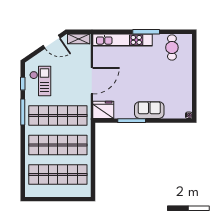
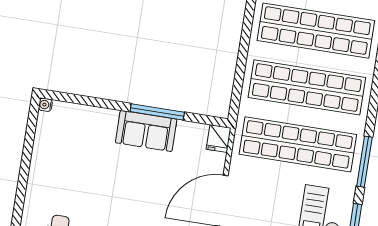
fridge: (103, 110) -> (219, 139), width x0.53, depth x0.75
sofa: (149, 110) -> (146, 131), moved

